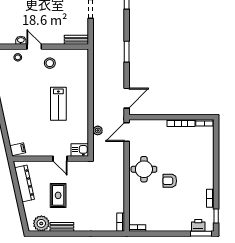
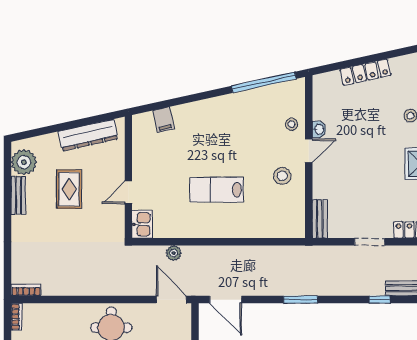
filing cabinet: (18, 149) -> (164, 120), moved
rug: (58, 195) -> (69, 189), turned 90

